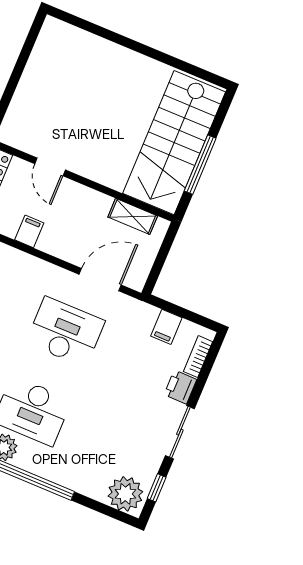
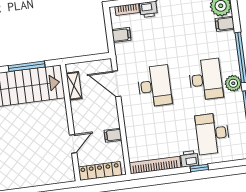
desk: (65, 332) -> (154, 86), turned 180
filing cabinet: (96, 485) -> (225, 24), added

